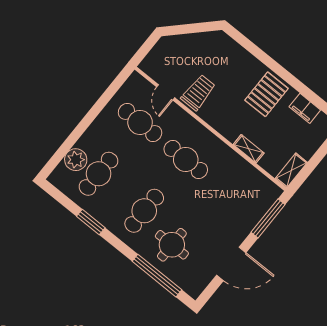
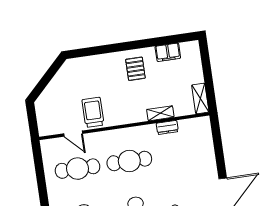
pallet: (267, 94) -> (135, 69), width x0.67, depth x0.71
dresser: (242, 165) -> (167, 127), added
window: (268, 218) -> (218, 143), removed

